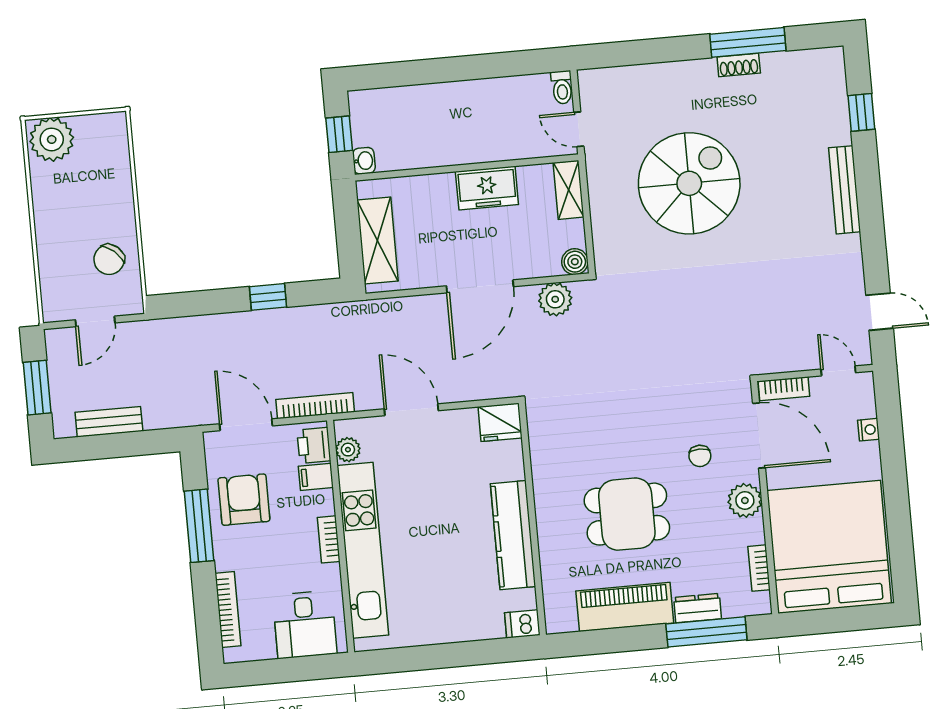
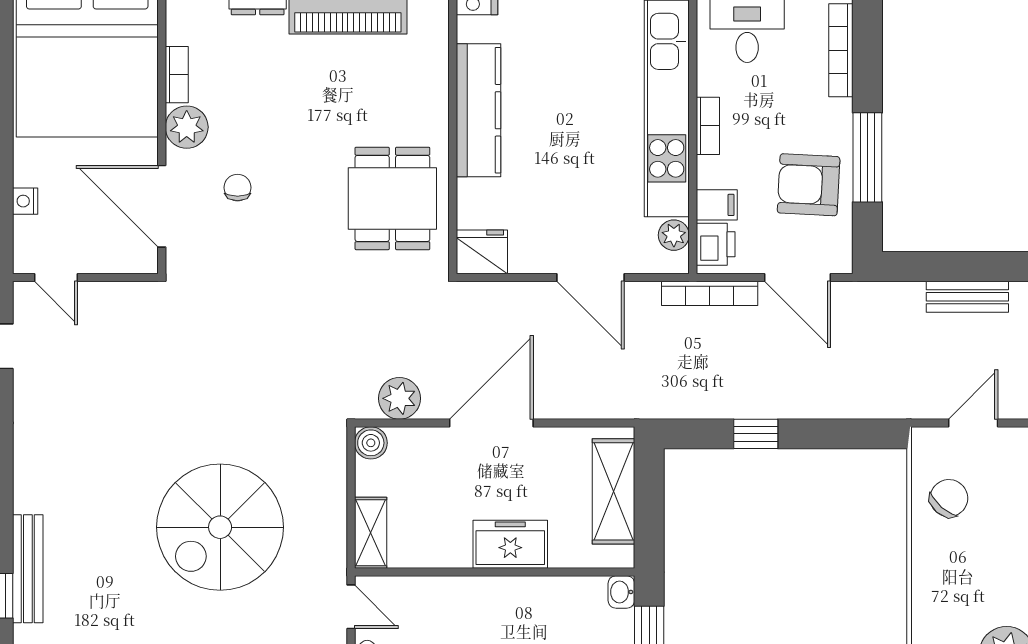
freezer: (487, 188) -> (510, 544), moved
bench: (845, 190) -> (28, 569), moved
bookcase: (784, 389) -> (126, 261), removed
armchair: (244, 500) -> (809, 185), turned 93
dining table: (627, 514) -> (392, 198), moved, turned 90
bookcase: (759, 568) -> (177, 75), moved

